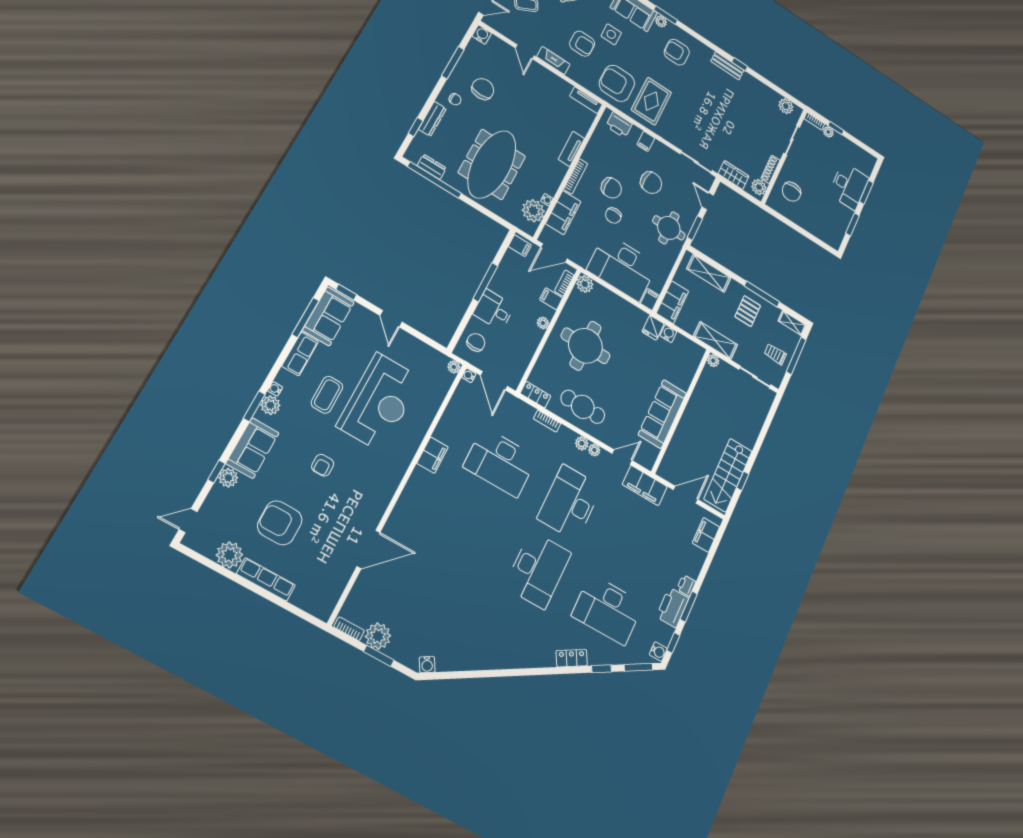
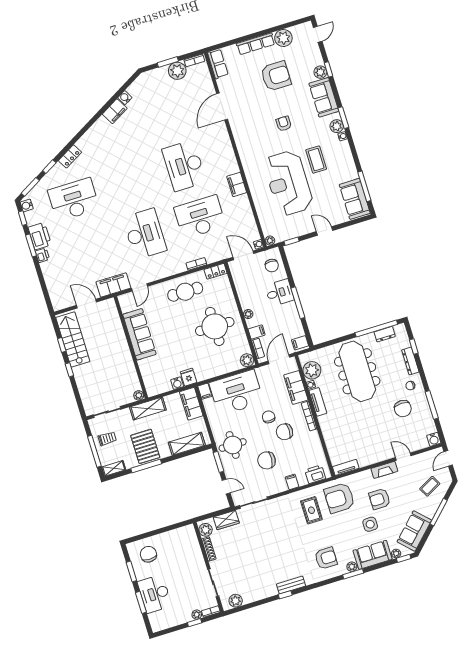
armchair: (617, 83) -> (339, 498), turned 180
rug: (651, 101) -> (311, 510), width x0.73, depth x0.70
tv unit: (571, 149) -> (318, 402), moved
chair: (791, 192) -> (148, 554), moved
window: (346, 292) -> (292, 241), moved
pallet: (748, 311) -> (145, 446), width x1.50, depth x1.42
row of seats: (300, 354) -> (218, 64), moved, turned 180
plant: (582, 443) -> (167, 272), removed
plant: (594, 450) -> (158, 275), removed
window: (755, 451) -> (69, 370), added
door: (686, 495) -> (87, 304), swing flipped
filing cabinet: (706, 535) -> (115, 111), moved, turned 60
desk: (538, 570) -> (184, 166), moved
water cooler: (427, 665) -> (125, 98), moved

